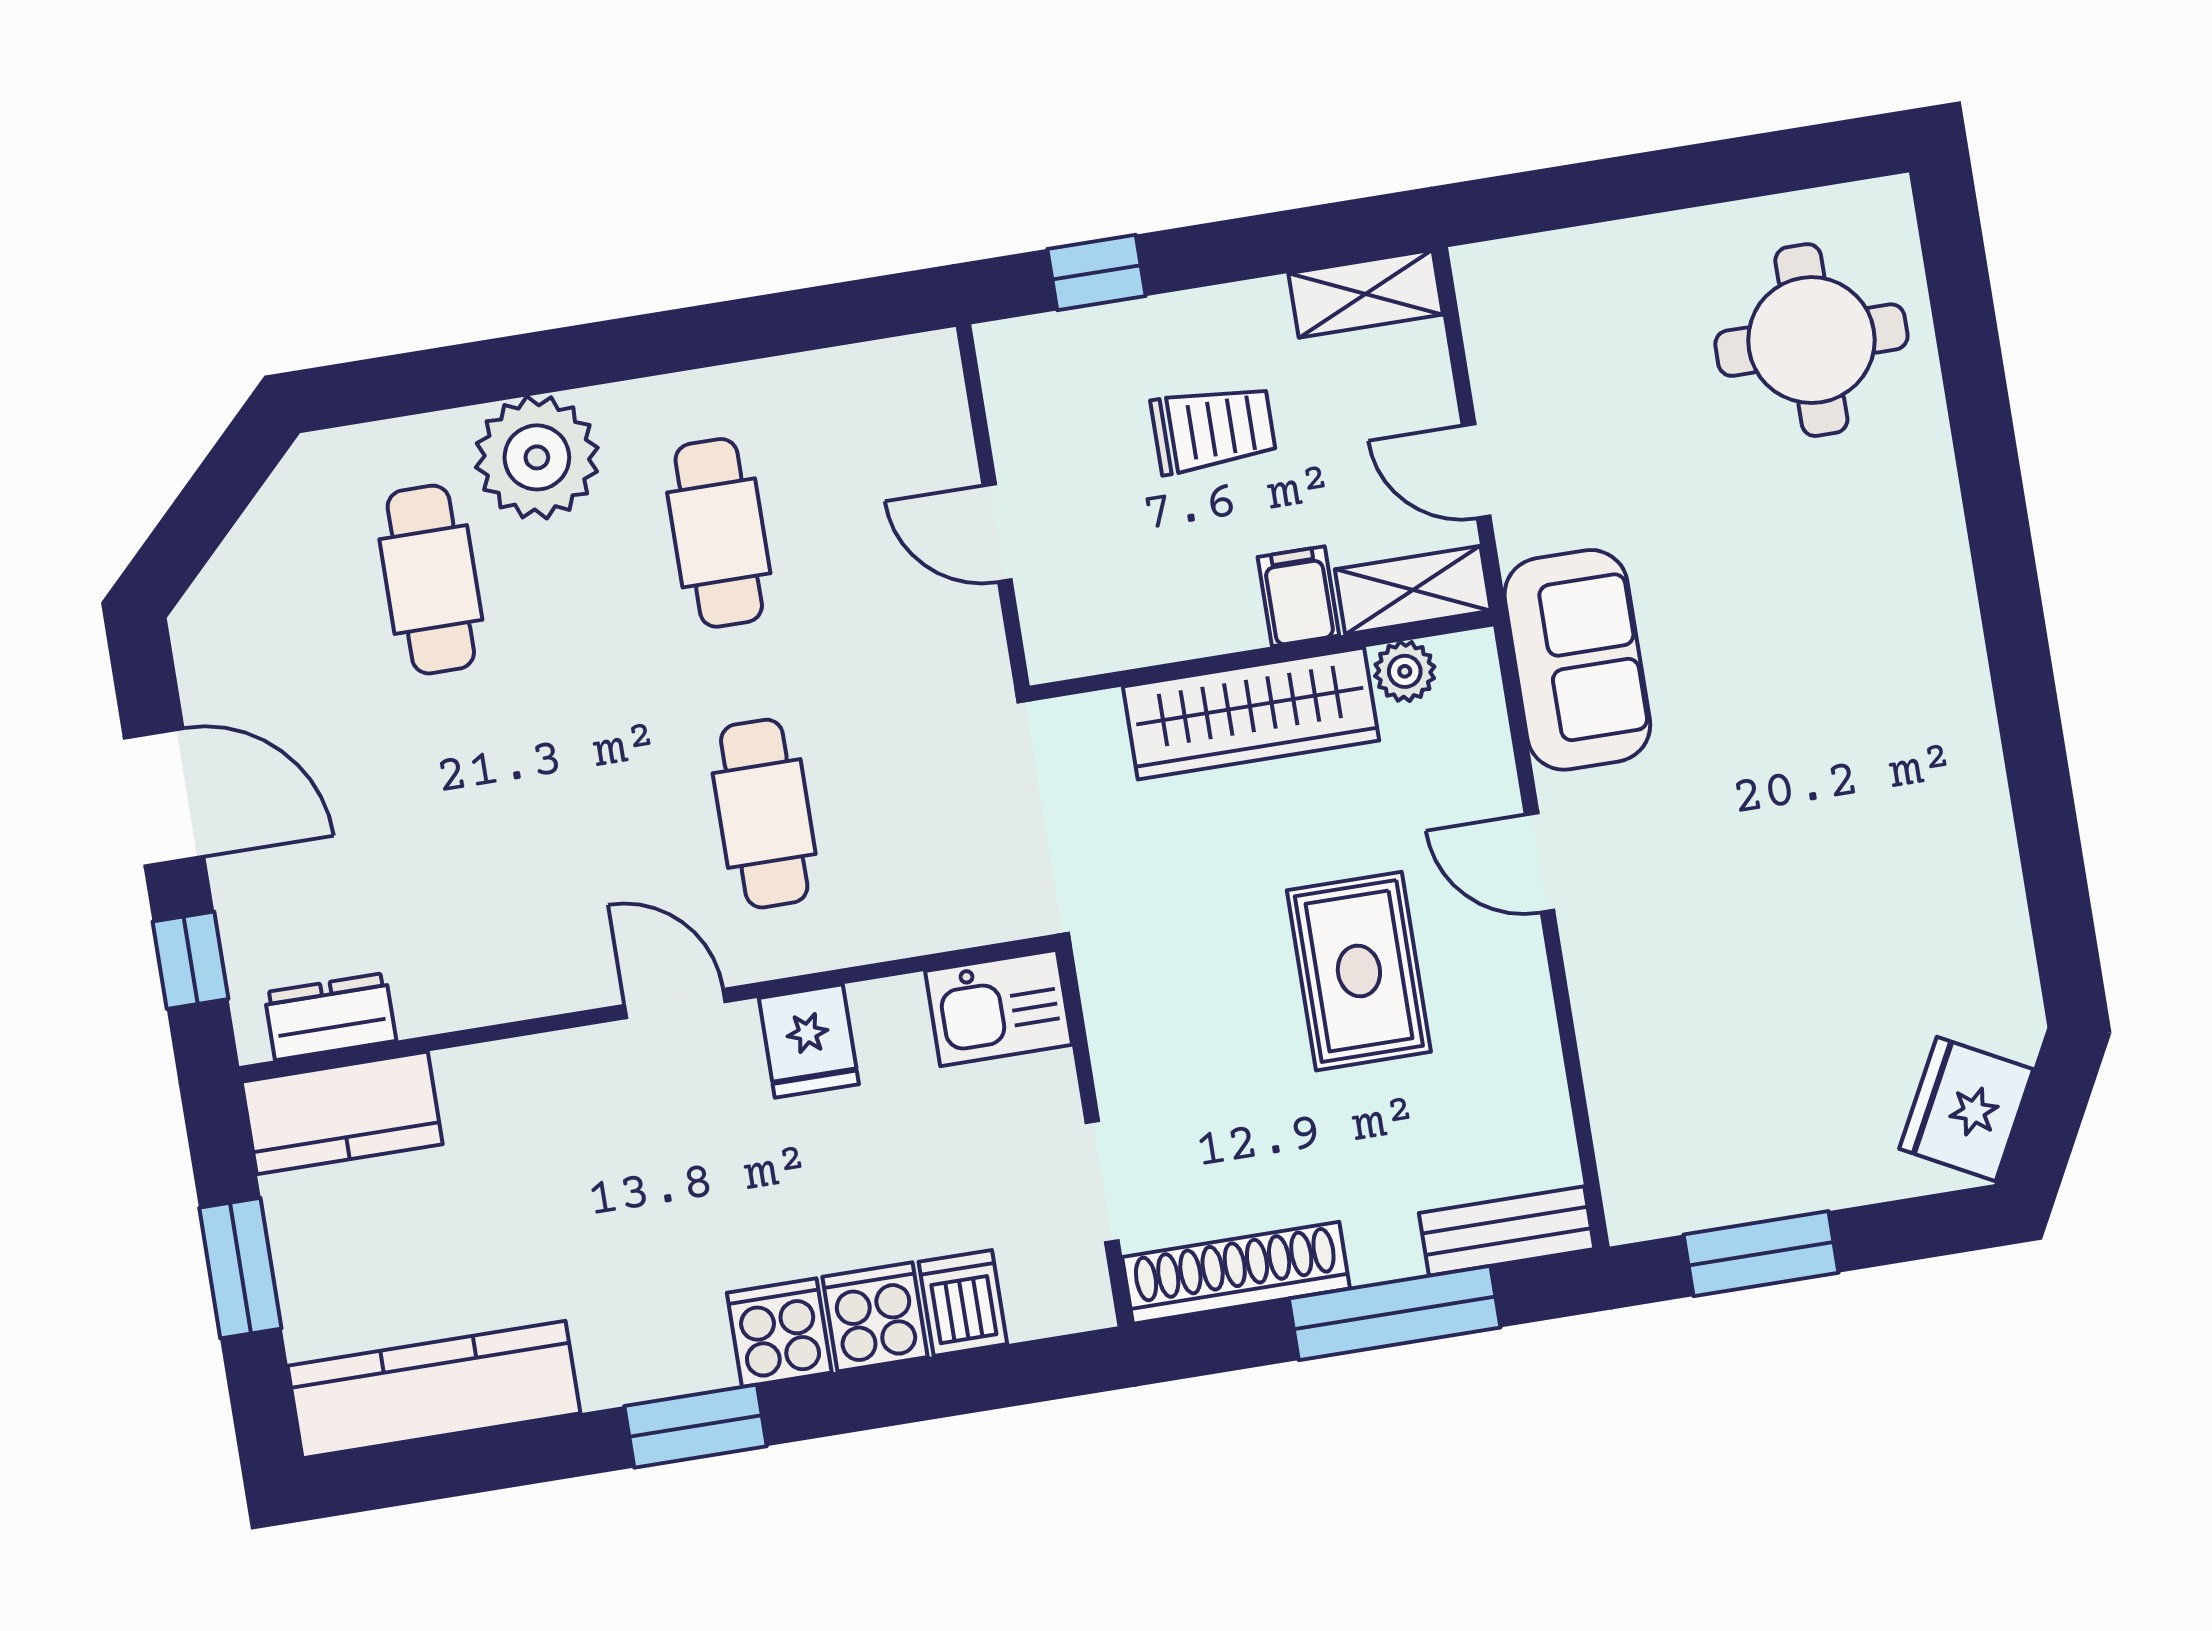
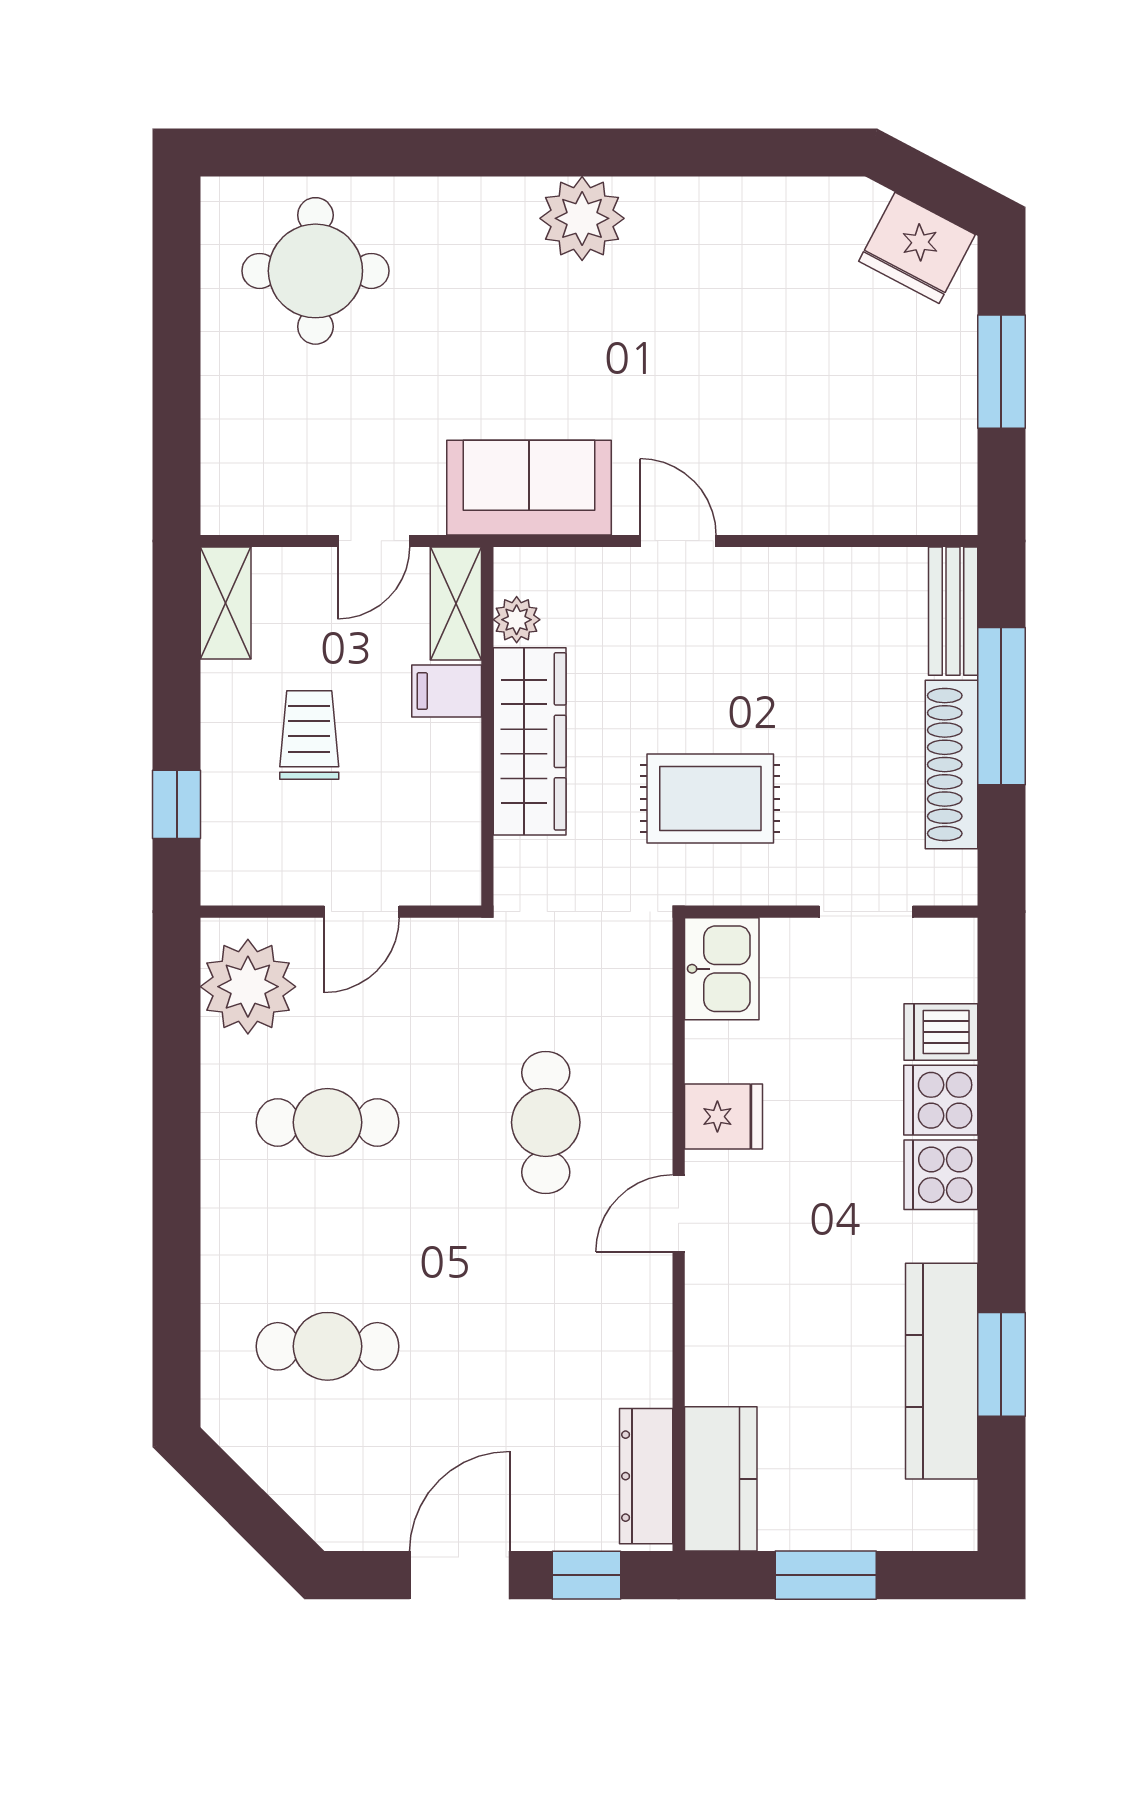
plant: (537, 457) -> (248, 987), moved
plant: (1934, 672) -> (582, 218), added
cafe table: (764, 814) -> (546, 1122), turned 90
door: (1540, 863) -> (678, 541), swing flipped
rug: (1359, 971) -> (710, 799), moved
dresser: (330, 1017) -> (646, 1476), width x1.44
window: (1761, 1254) -> (1001, 372), moved
shoe rack: (1236, 1273) -> (952, 765), moved
kitchen counter: (434, 1390) -> (942, 1371), moved
window: (696, 1426) -> (1001, 1364), moved

